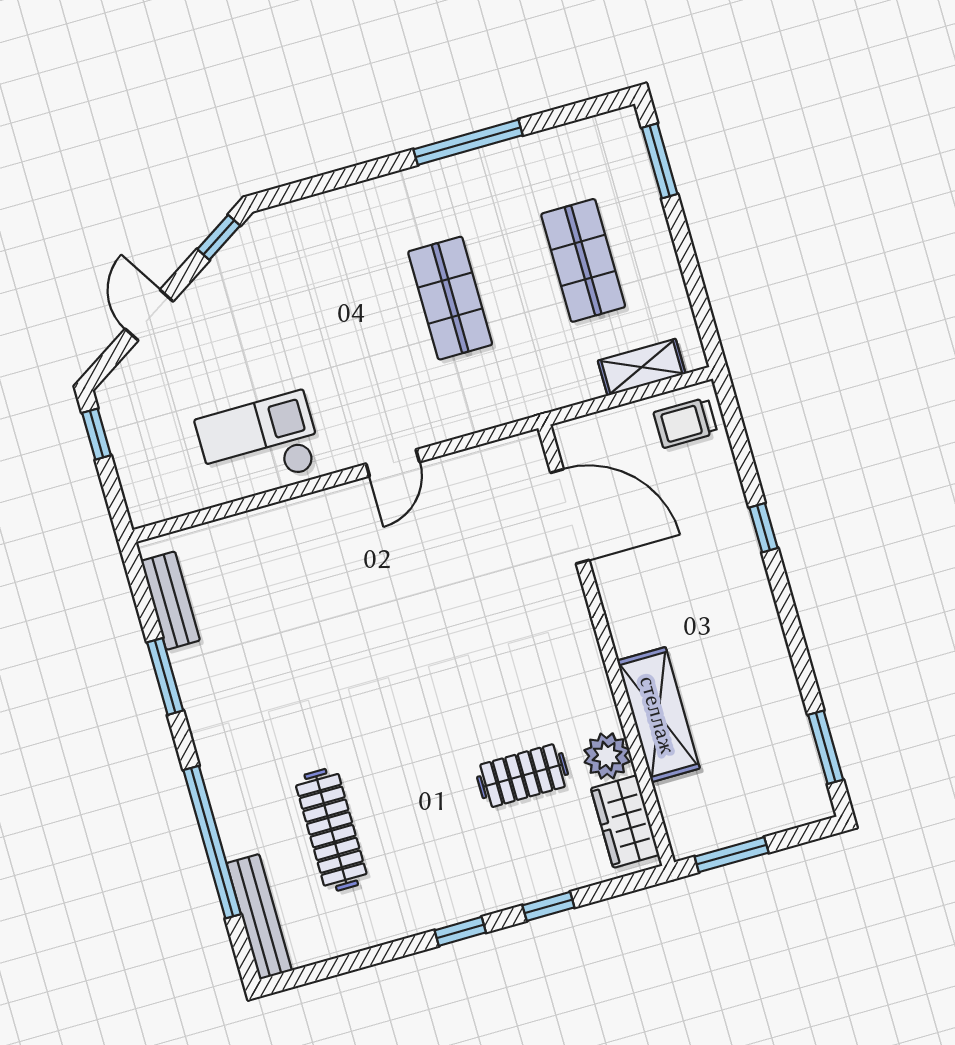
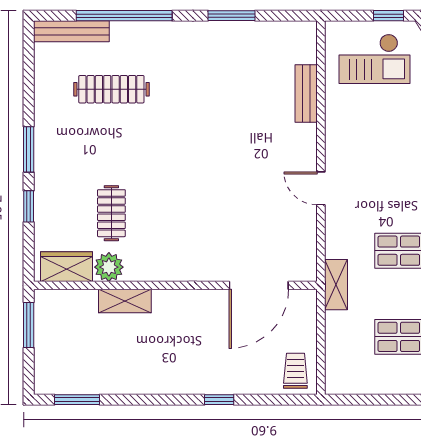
shelving: (642, 367) -> (336, 285), moved
checkout: (259, 443) -> (375, 59), moved, turned 90
bench: (171, 601) -> (306, 93), moved, turned 90
shelving: (658, 715) -> (125, 301), width x0.67, depth x0.75
window: (460, 931) -> (29, 149), width x1.50

